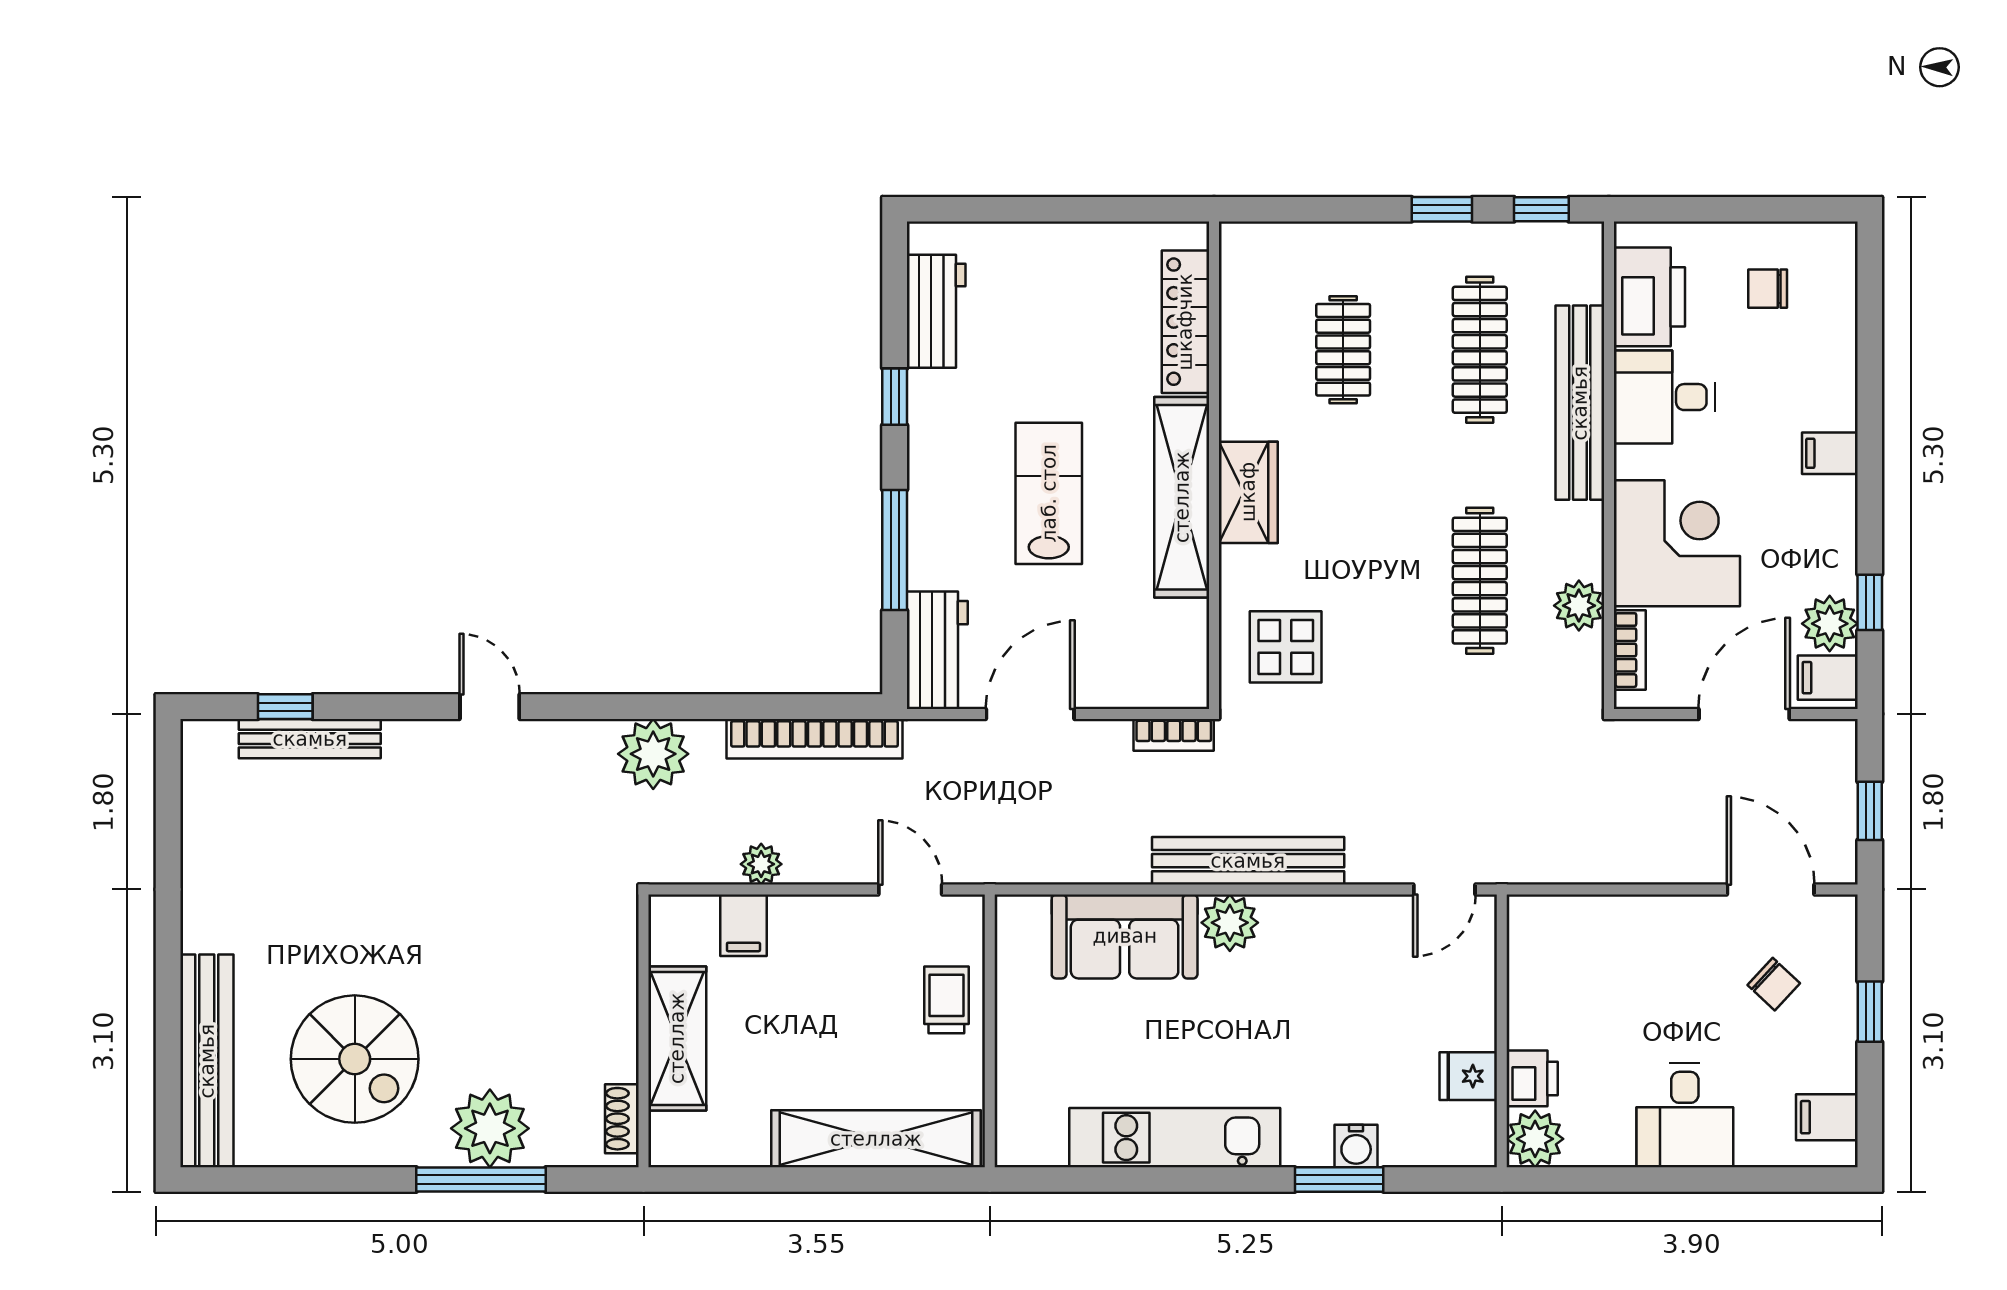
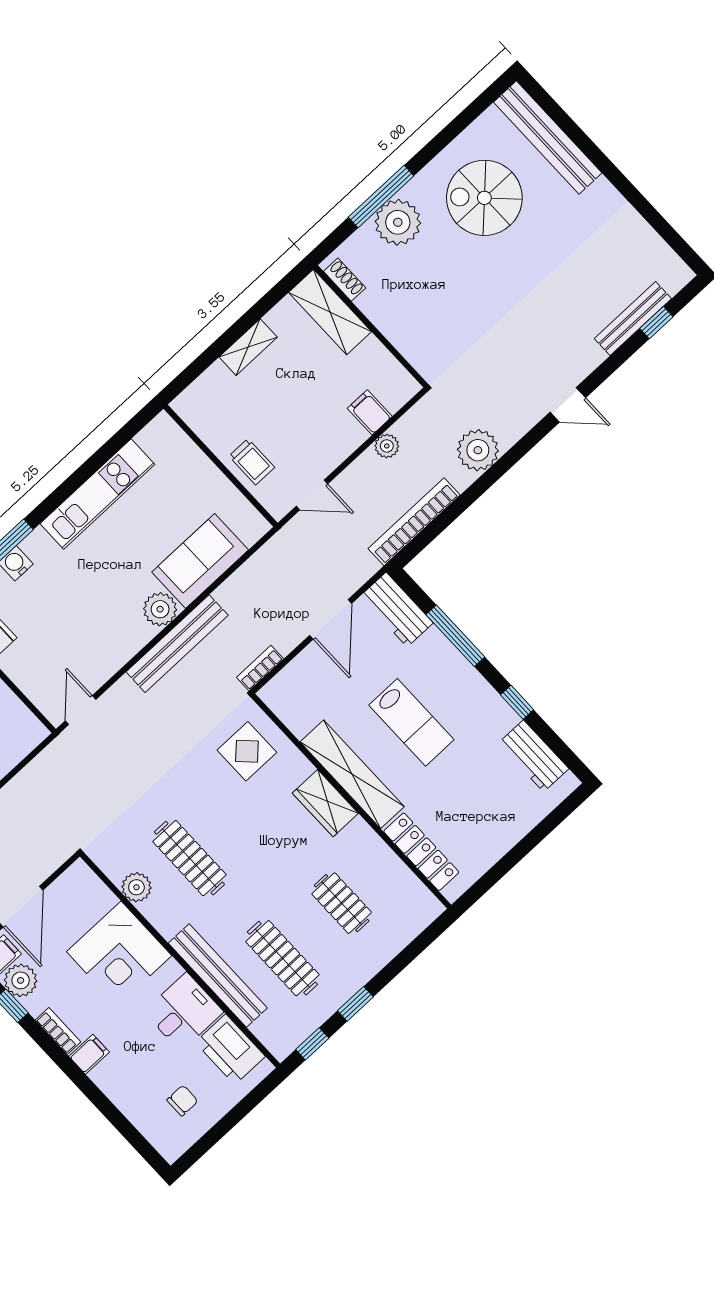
bookcase: (1630, 650) -> (58, 1031), moved, turned 180
shelving: (677, 1038) -> (330, 312), moved
shelving: (876, 1139) -> (248, 347), width x0.45, depth x0.75

